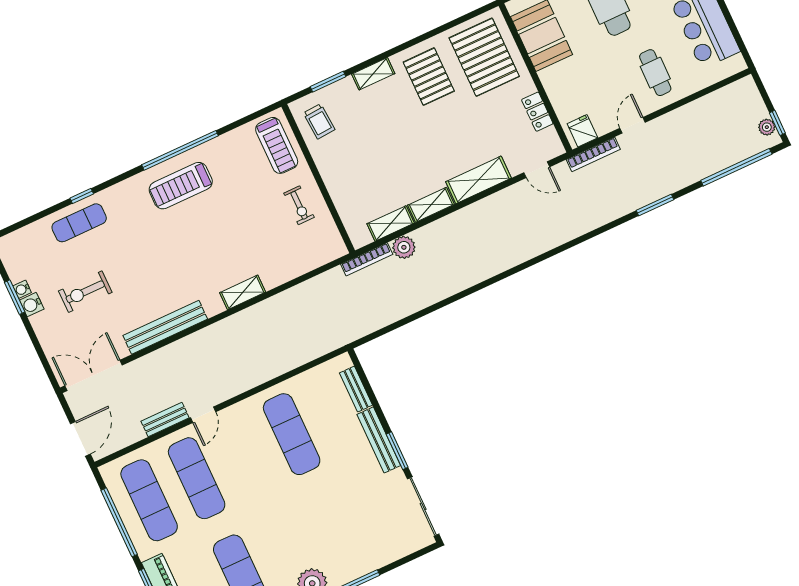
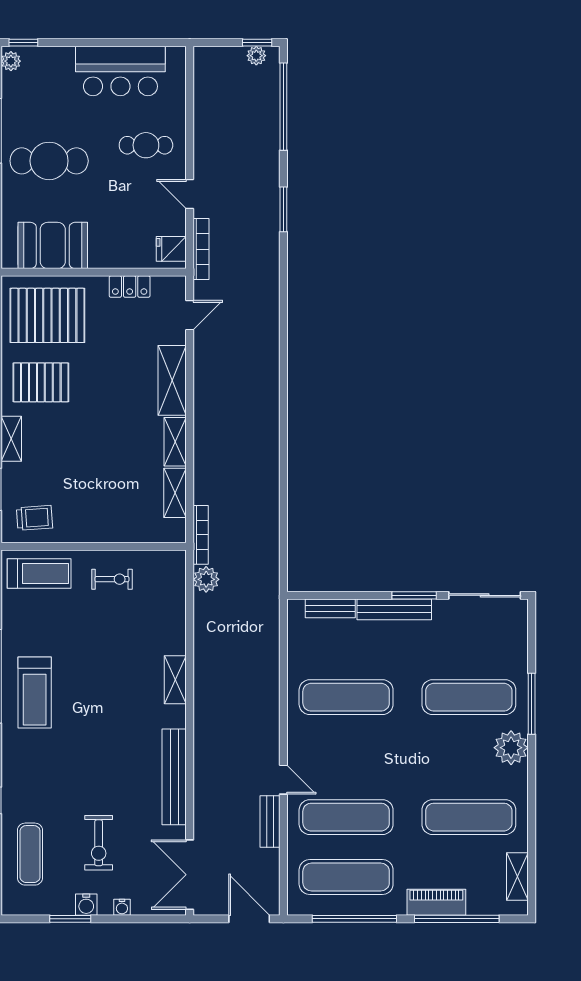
exercise mat: (79, 223) -> (30, 854), moved
plant: (404, 247) -> (206, 579), moved
water cooler: (22, 289) -> (122, 907), moved
exercise mat: (337, 531) -> (469, 697), added

